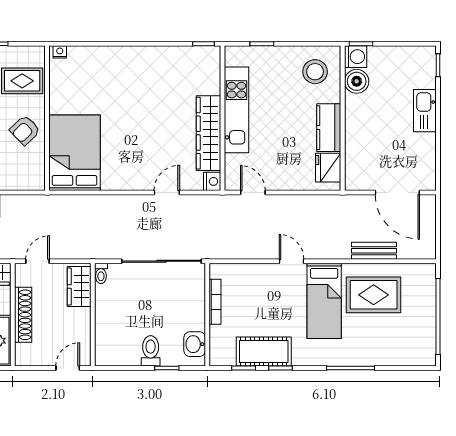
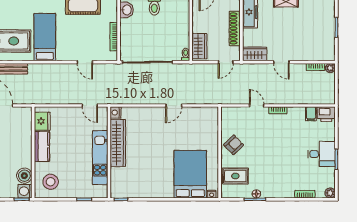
bed: (74, 153) -> (190, 174), moved, turned 180
door: (167, 193) -> (174, 105), moved
door: (292, 261) -> (85, 62), moved

